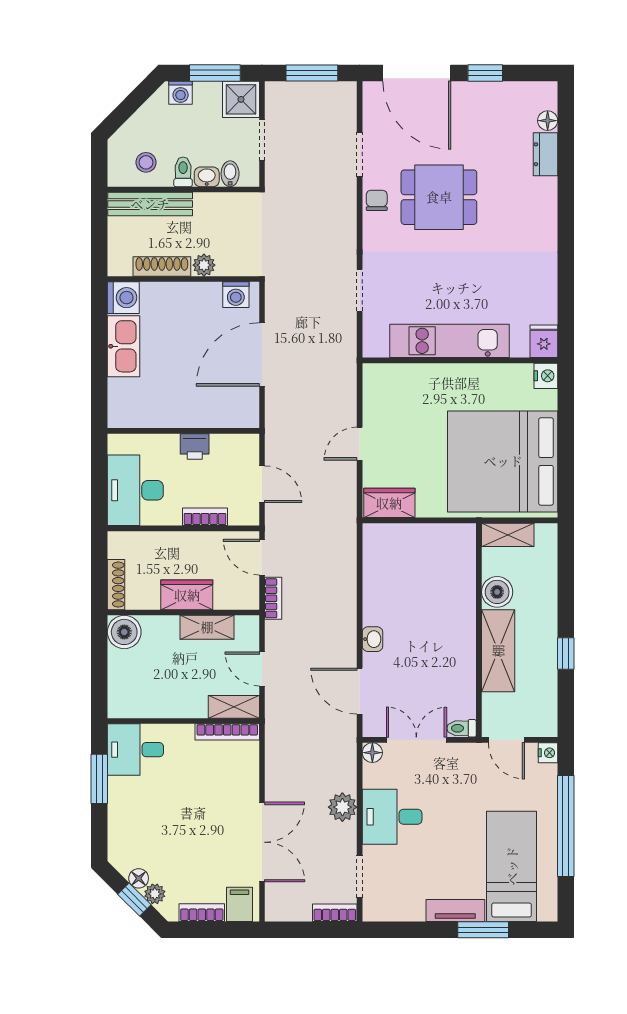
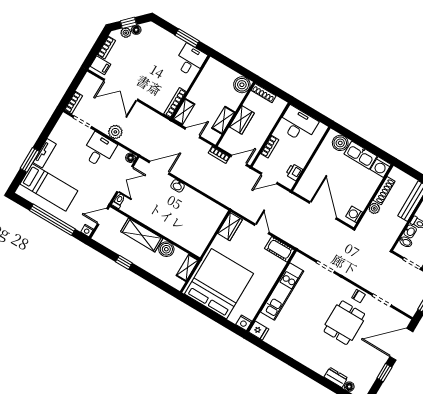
cot: (377, 390) -> (279, 249), added
boiler: (124, 395) -> (340, 143), added
printer: (195, 446) -> (294, 172), moved

